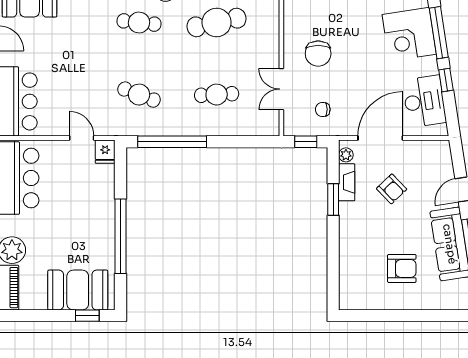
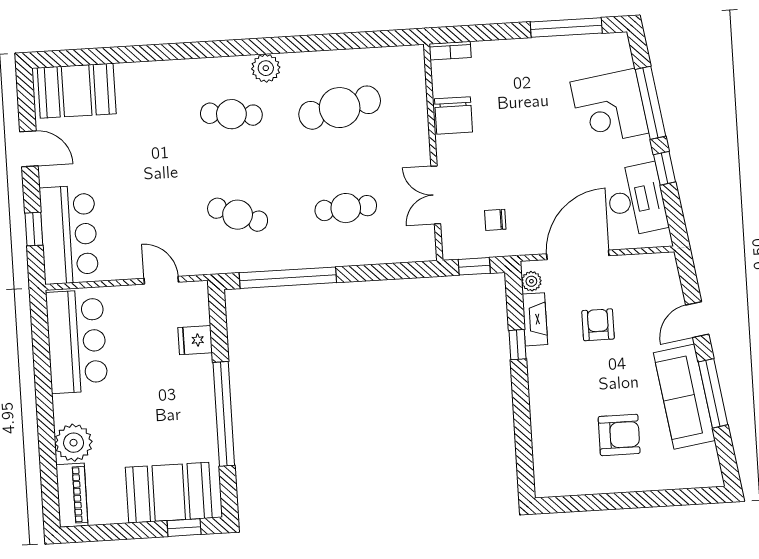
chair: (318, 54) -> (454, 115), moved
fridge: (105, 152) -> (195, 340), moved, turned 90
armchair: (392, 189) -> (598, 325), turned -136
window: (333, 200) -> (517, 345), width x0.67

